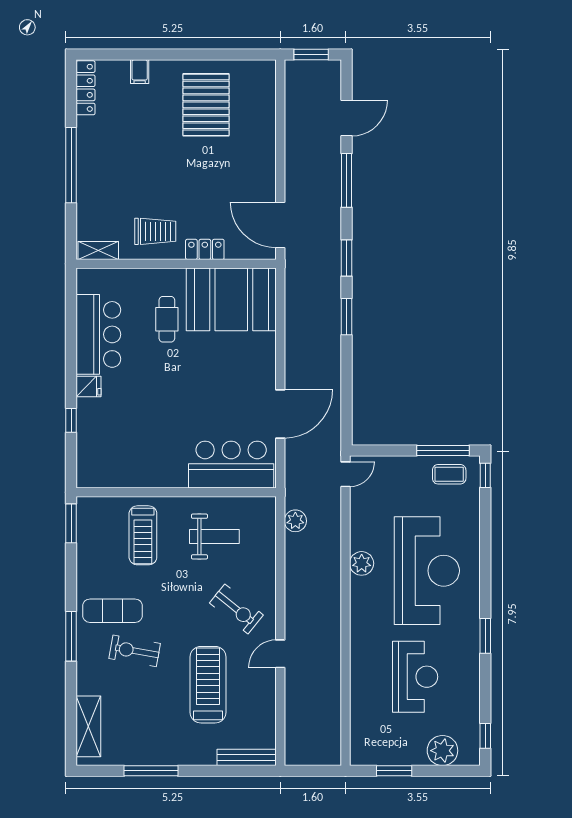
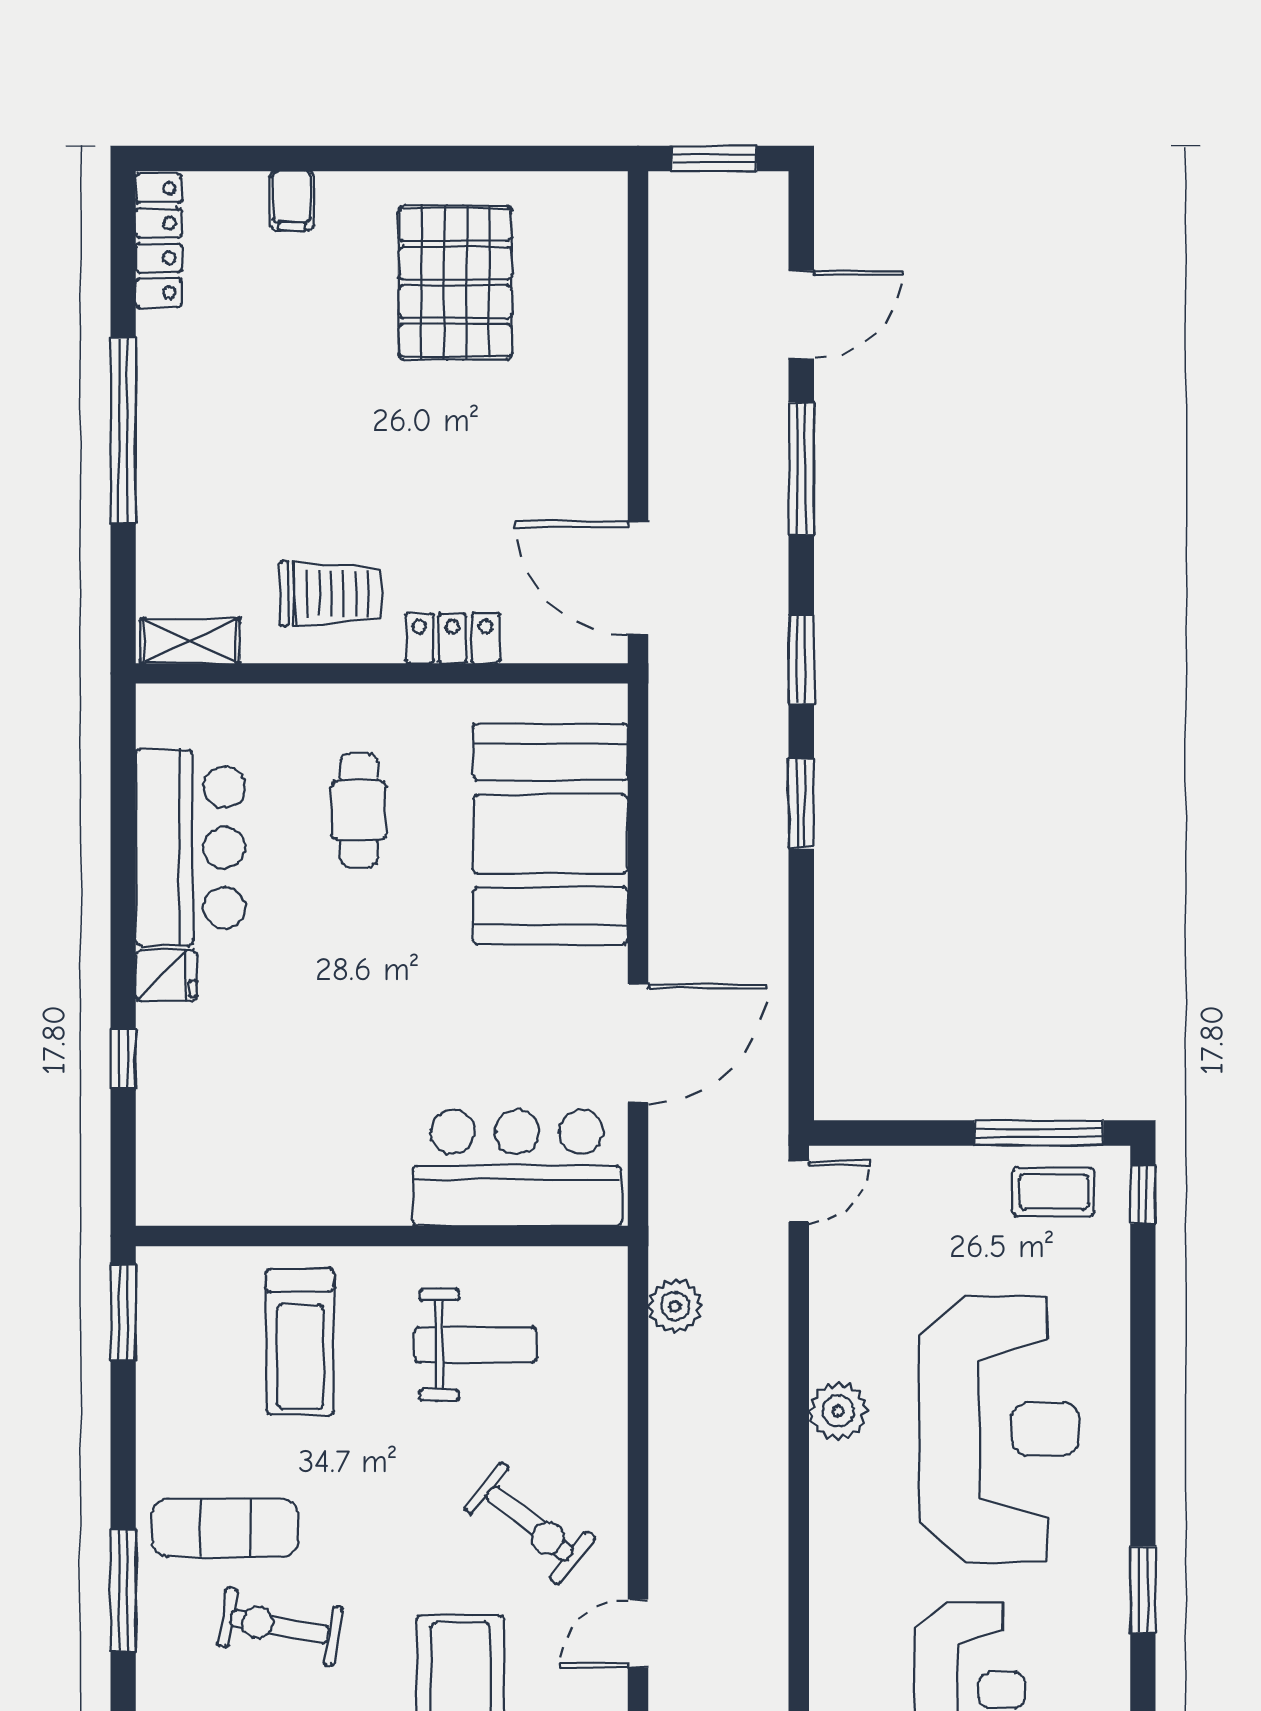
booth: (231, 299) -> (550, 834), moved, turned 90

